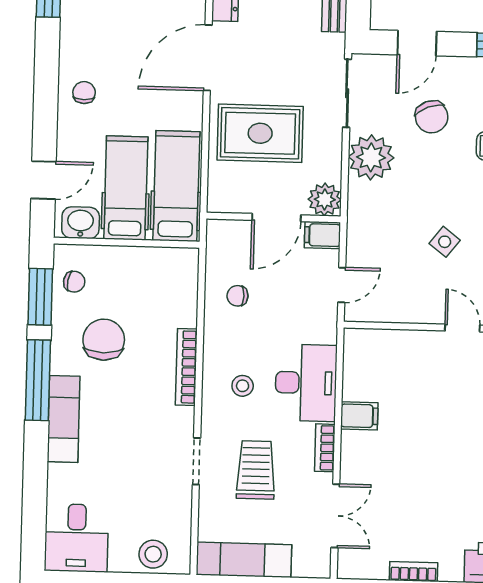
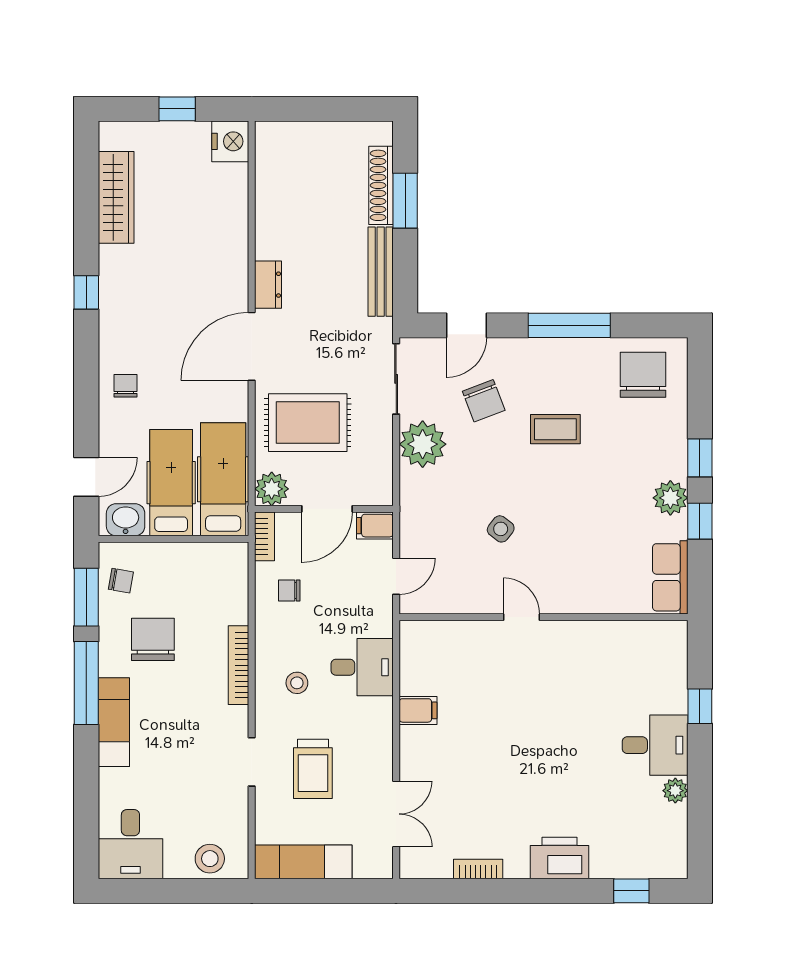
plant: (325, 199) -> (272, 489), moved
desk: (306, 383) -> (362, 667), width x0.73
bookcase: (325, 448) -> (265, 536), moved, turned 180
trolley: (256, 470) -> (313, 769), turned 180

